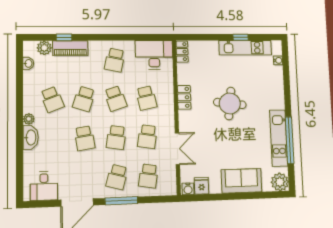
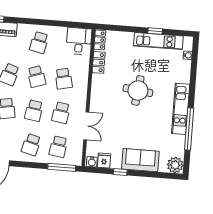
desk: (154, 55) -> (79, 41), width x0.73
locker: (184, 97) -> (99, 62), moved
kitchen unit: (279, 138) -> (181, 109), moved
window: (221, 197) -> (120, 172), added
window: (121, 201) -> (62, 167), moved

